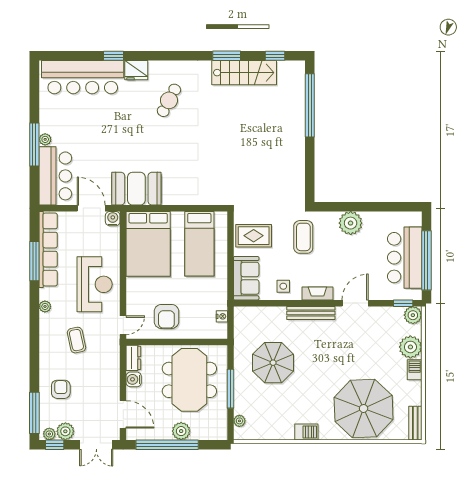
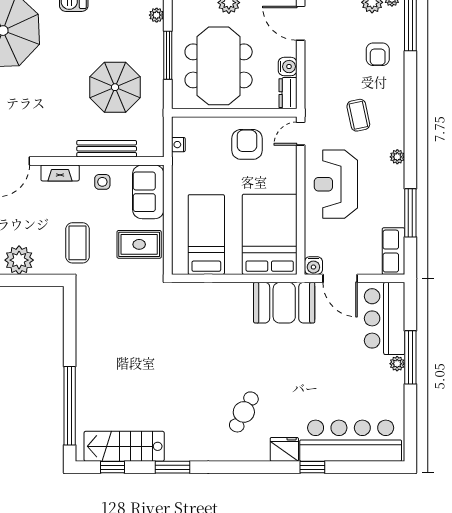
stairs: (244, 73) -> (124, 446), moved
row of seats: (48, 250) -> (393, 251), width x0.50
bench: (311, 313) -> (107, 149), moved

